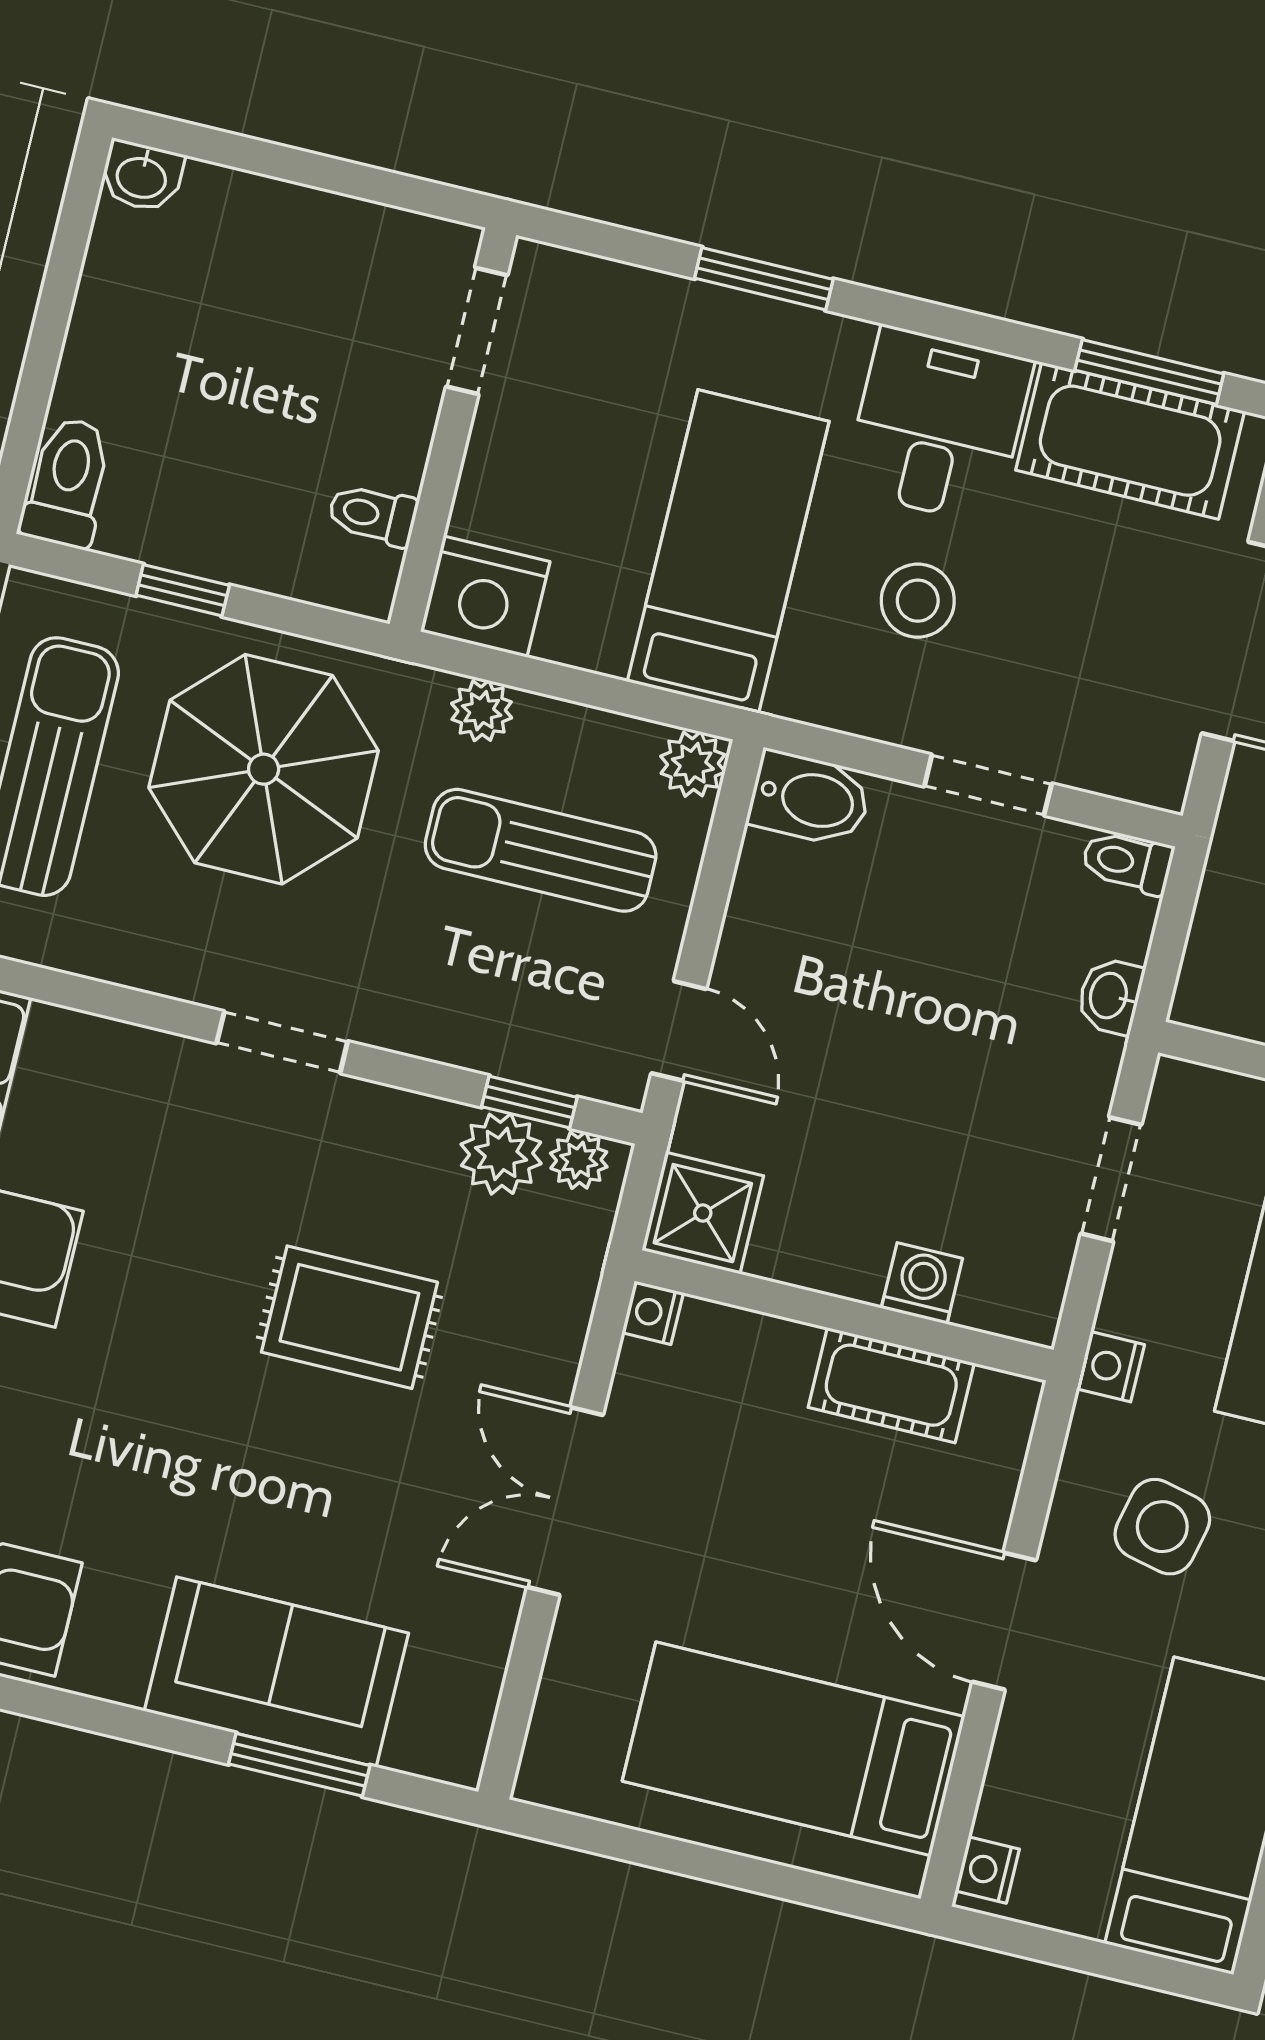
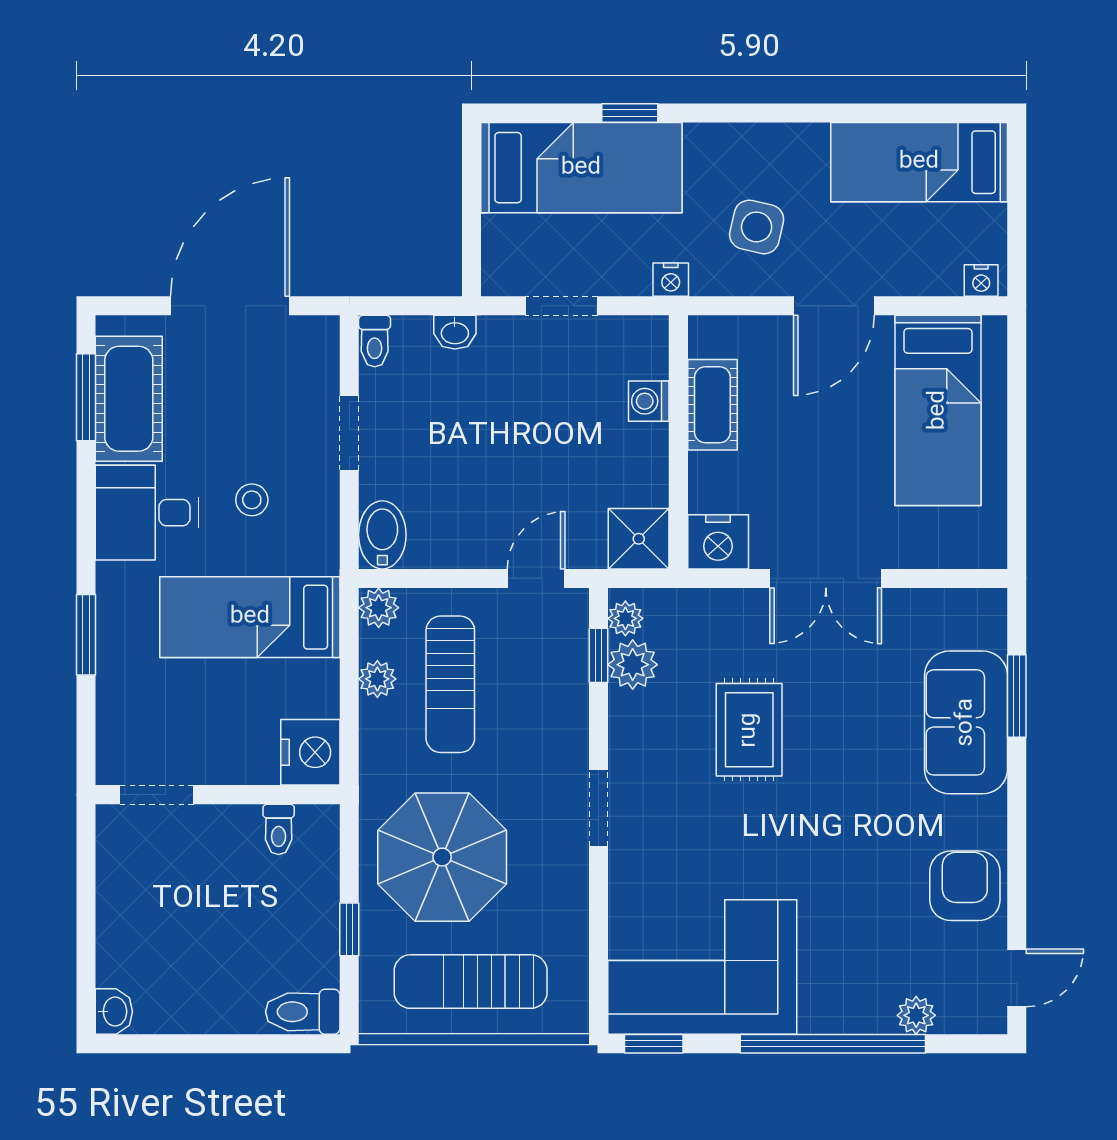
stool: (918, 601) -> (252, 500), width x0.73, depth x0.73
plant: (482, 711) -> (377, 679), moved
nightstand: (653, 1313) -> (718, 542), width x1.89, depth x1.79

